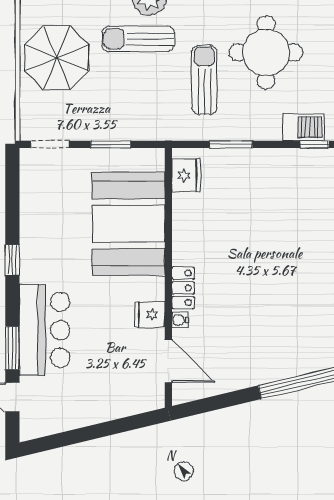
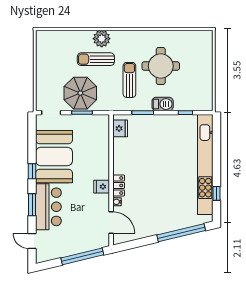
parasol: (57, 58) -> (80, 93), moved
barbecue: (304, 127) -> (163, 104), moved
booth: (128, 224) -> (54, 157), moved
fridge: (150, 314) -> (102, 187), moved
window: (12, 348) -> (32, 205), moved
window: (111, 428) -> (82, 256), added

